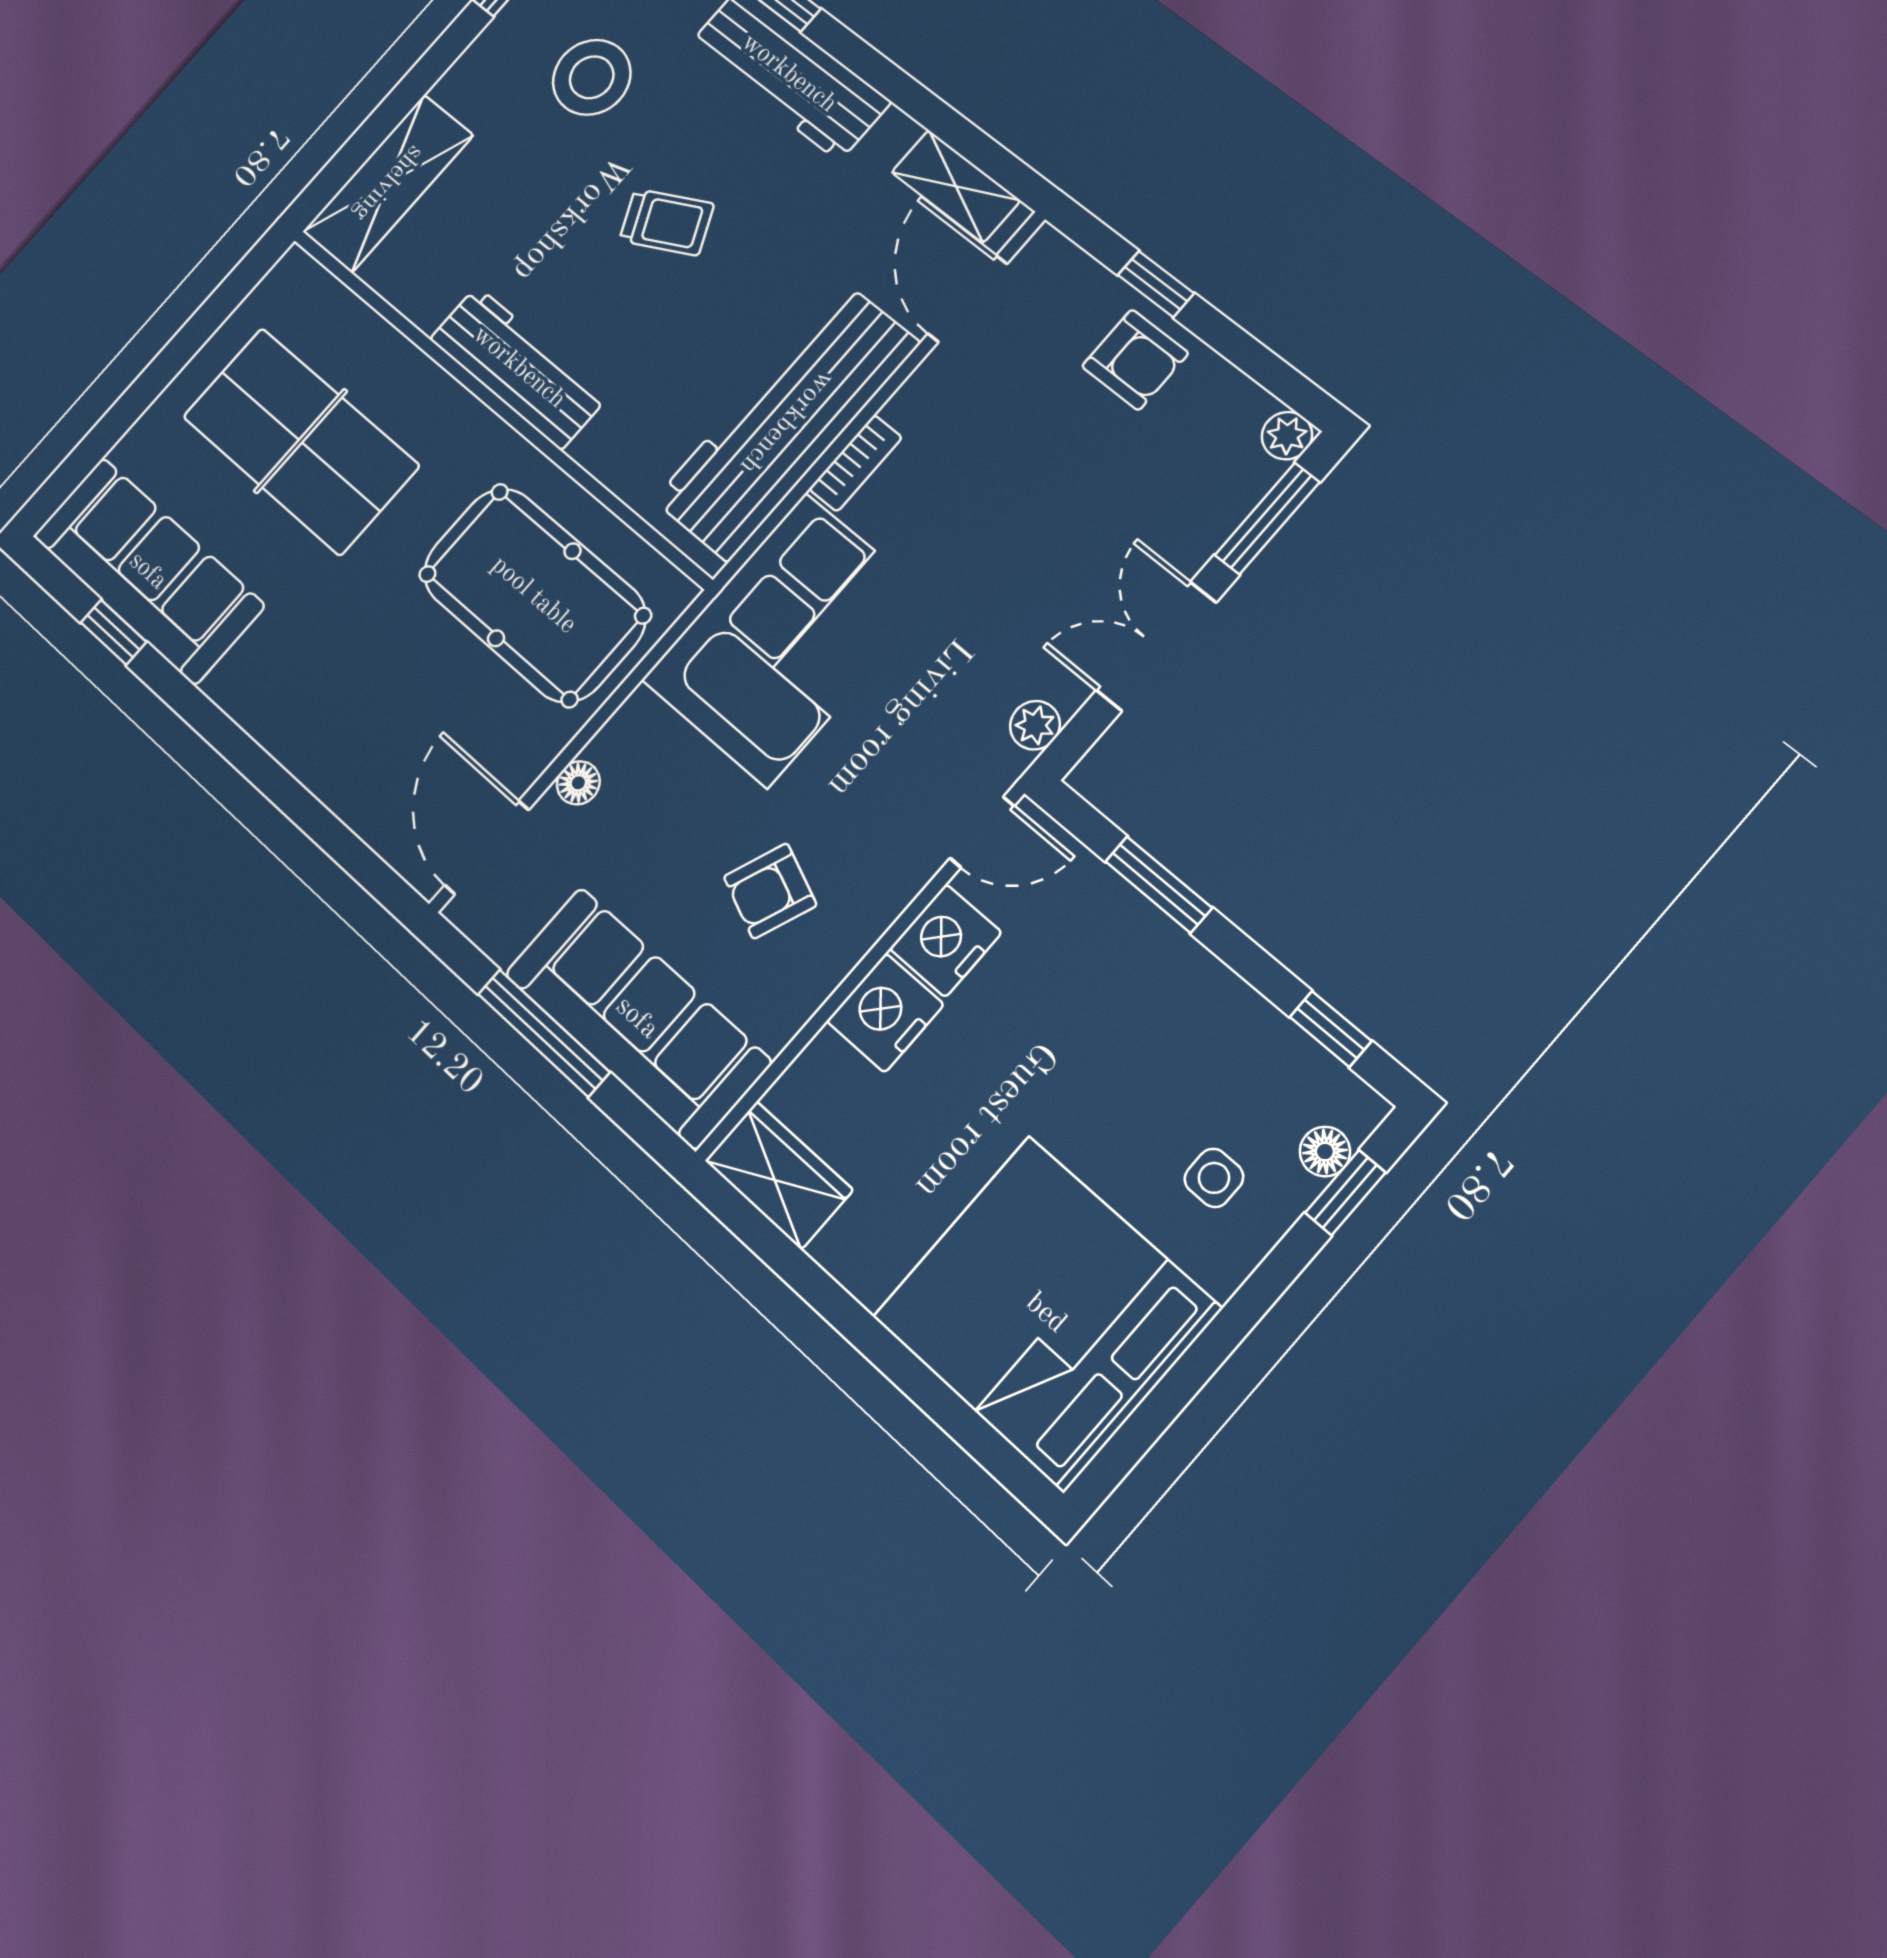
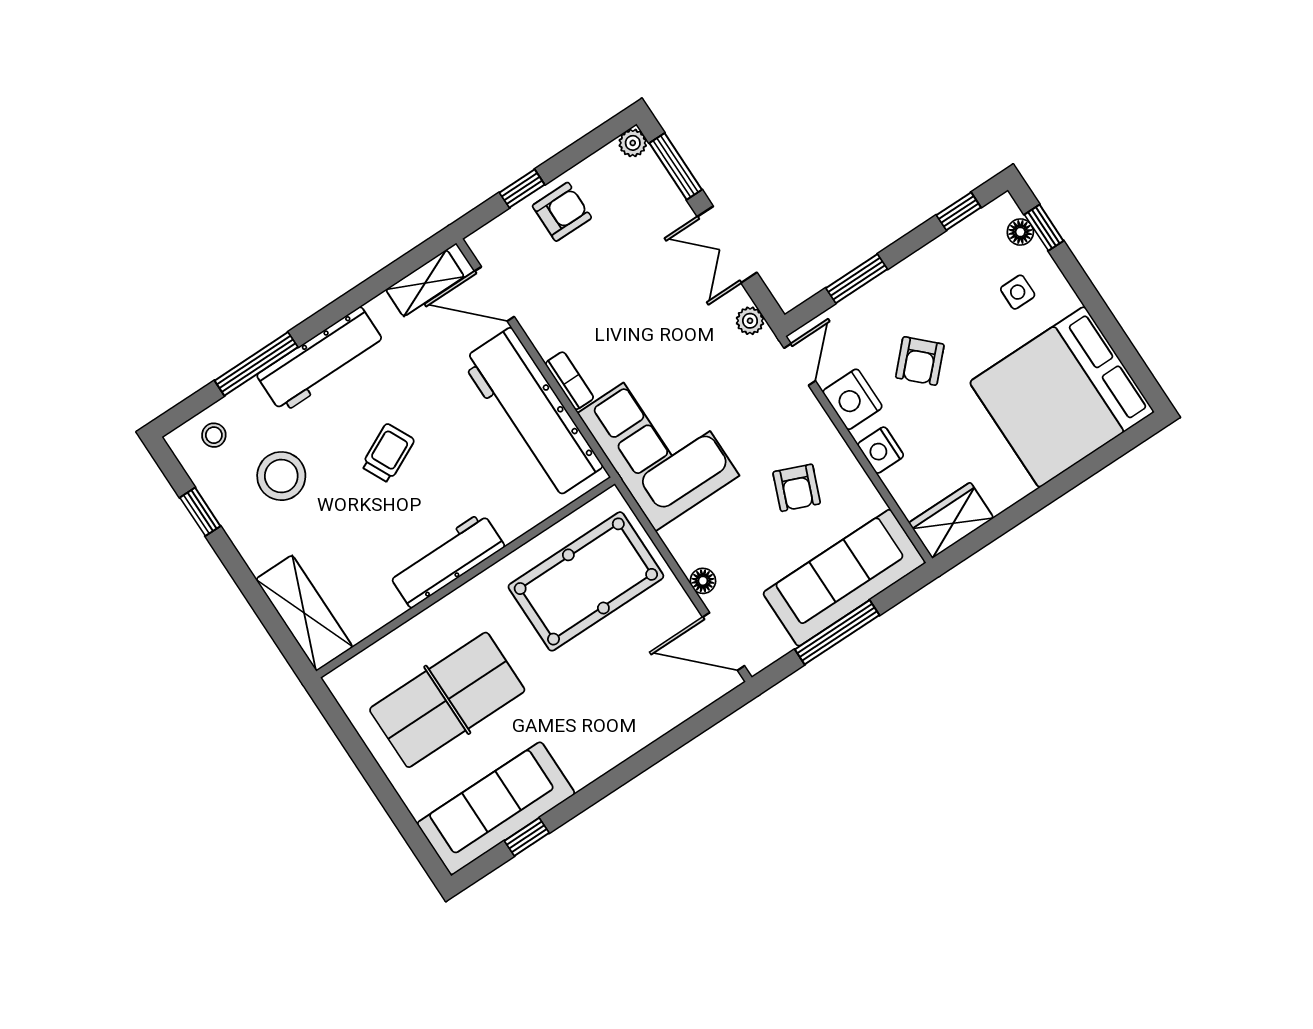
nightstand: (885, 1013) -> (881, 450), width x0.74, depth x0.75
armchair: (1043, 1038) -> (920, 361), added

